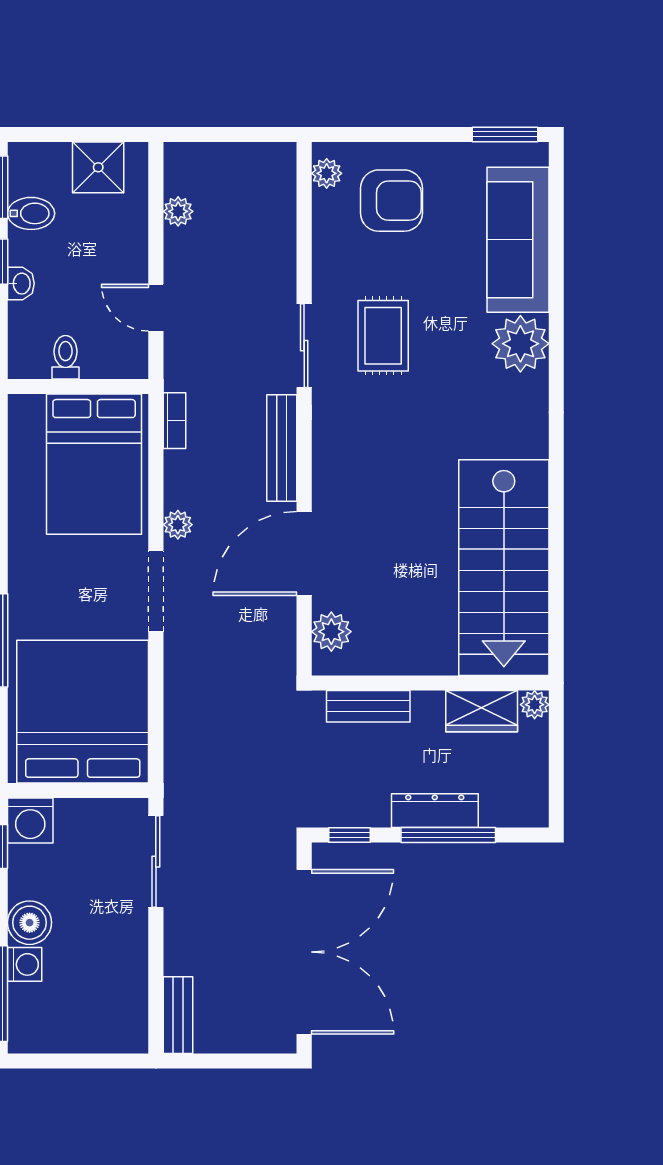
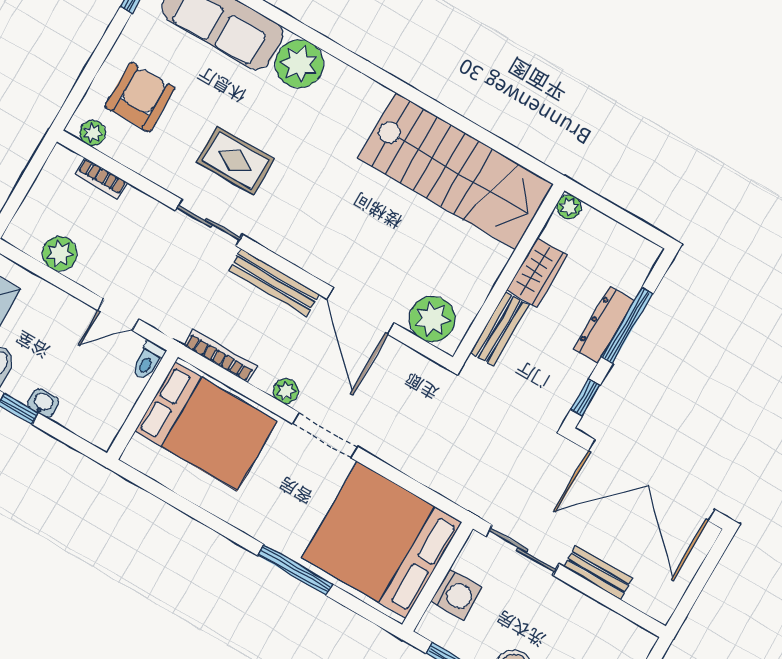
bookcase: (285, 209) -> (101, 178), added
plant: (178, 211) -> (60, 254), width x1.38, depth x1.38
toilet: (65, 357) -> (148, 361), moved, turned -90
bookcase: (175, 421) -> (220, 356), width x1.56
plant: (331, 632) -> (432, 319), width x1.36, depth x1.36
wardrobe: (482, 711) -> (537, 273), moved
washing machine: (30, 820) -> (457, 594), moved
double door: (304, 952) -> (652, 480), swing flipped
bench: (178, 1015) -> (598, 572), moved

